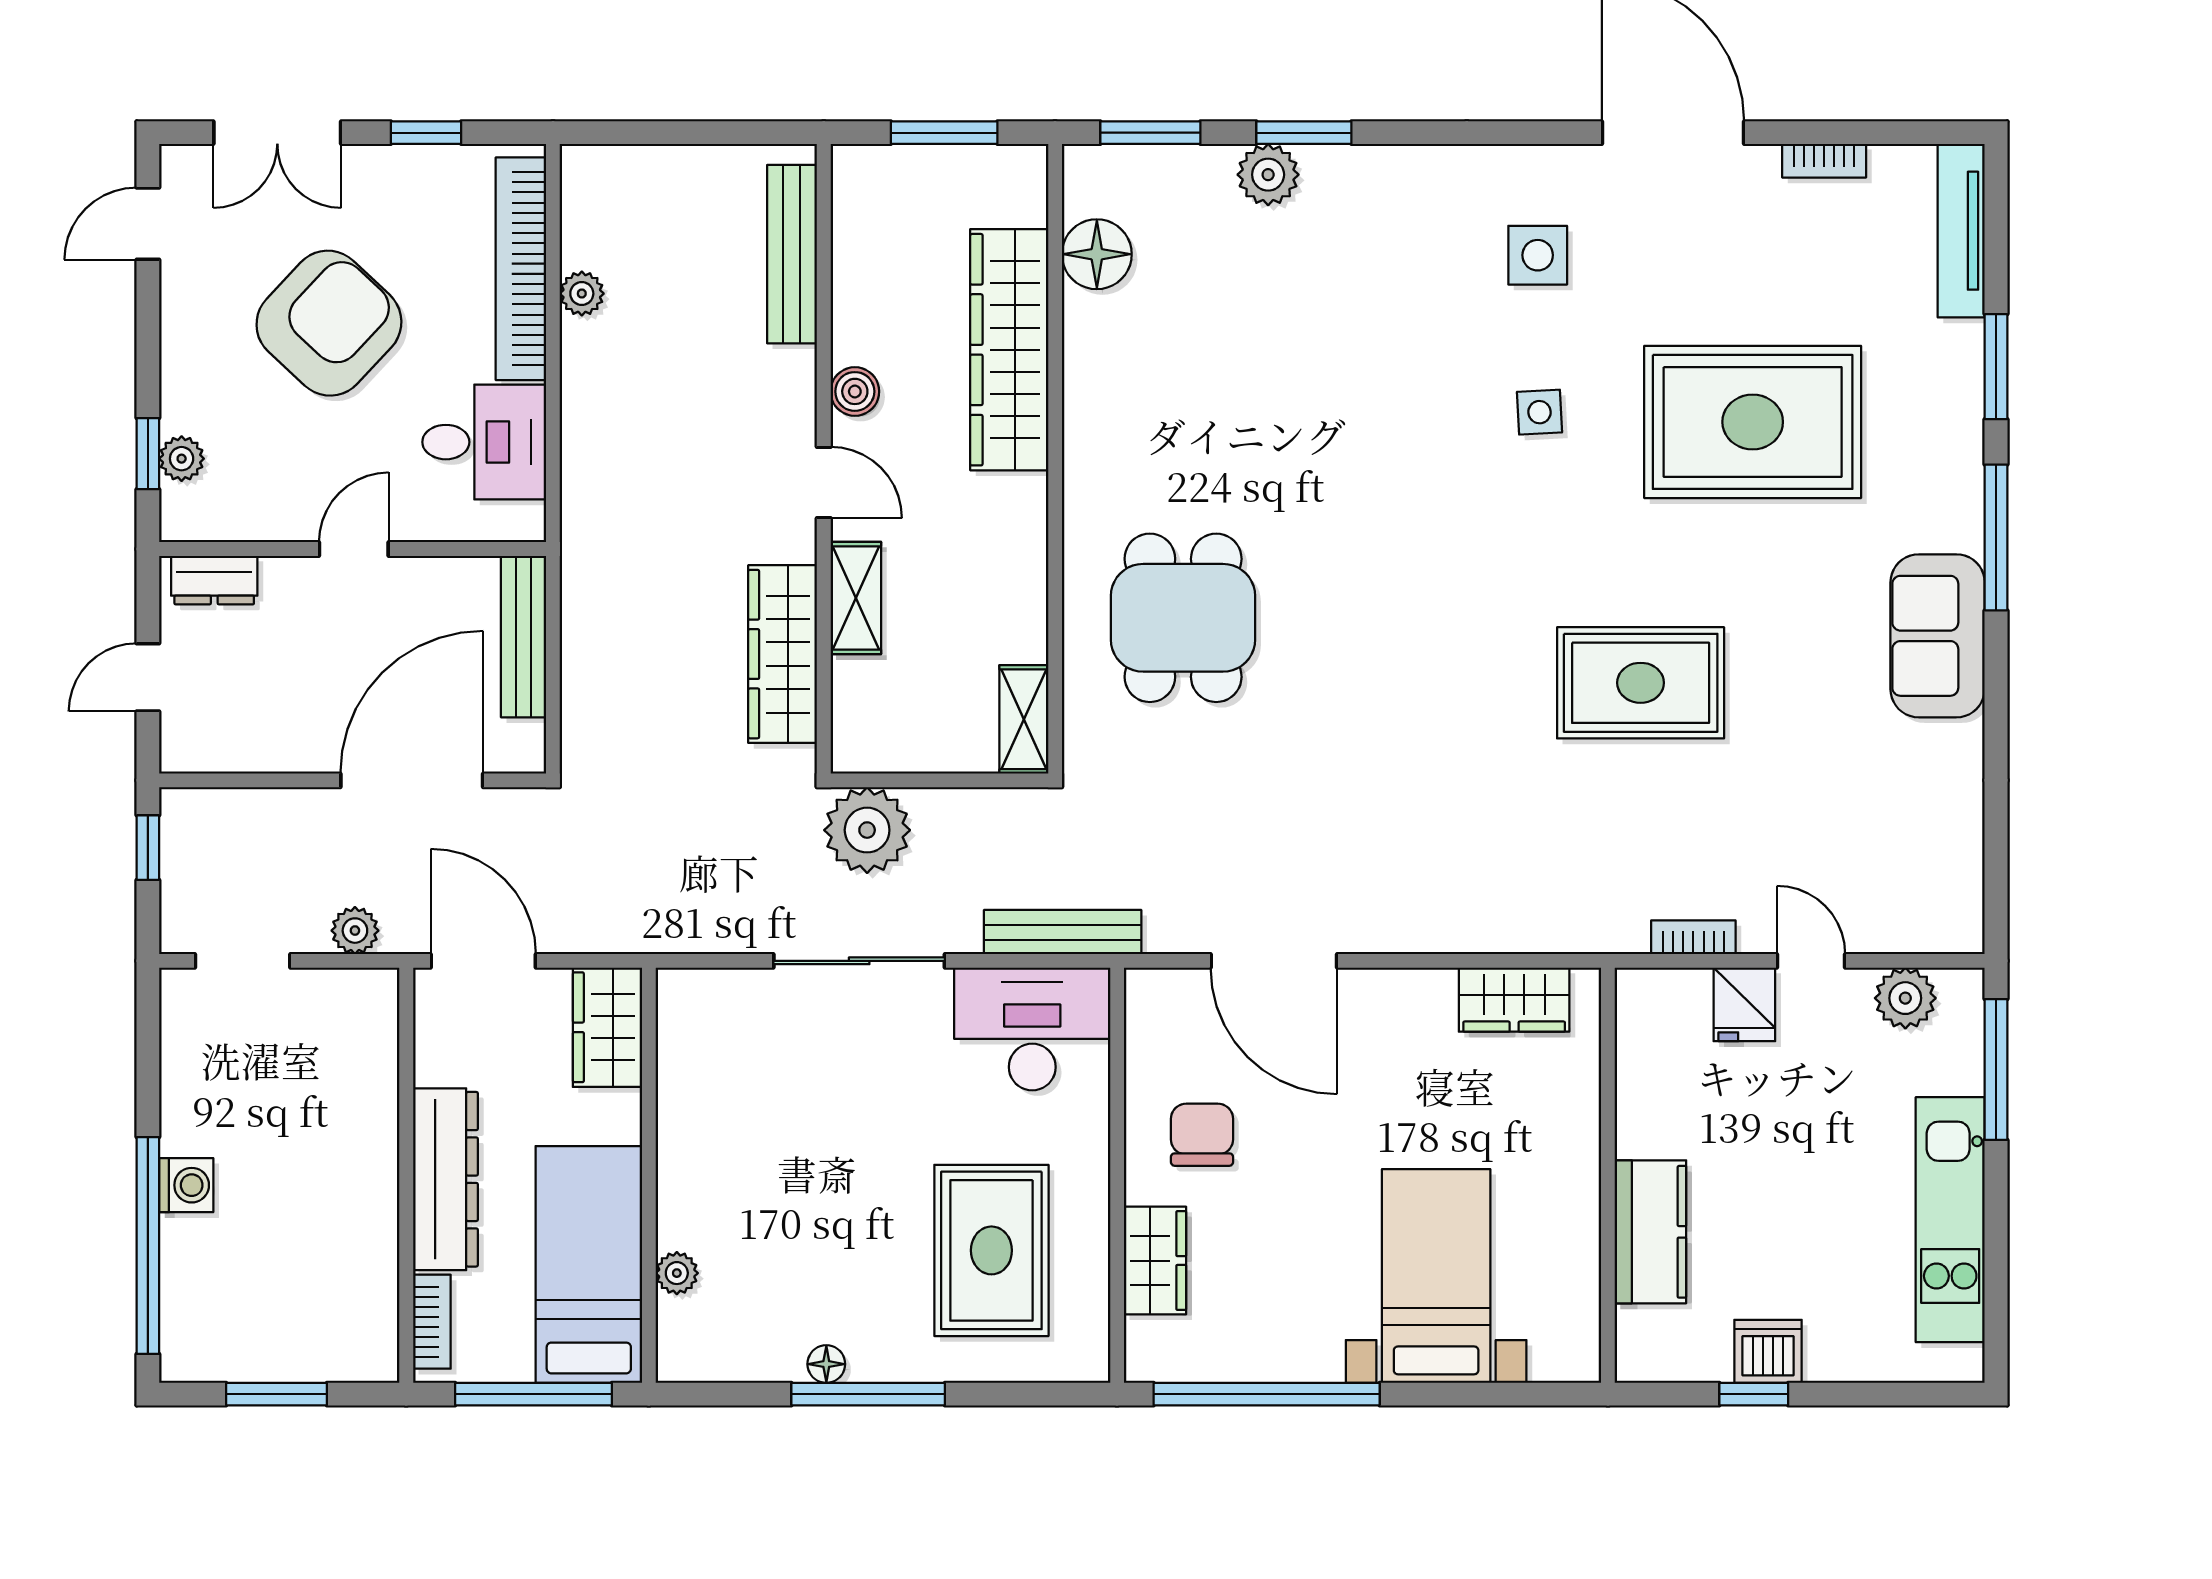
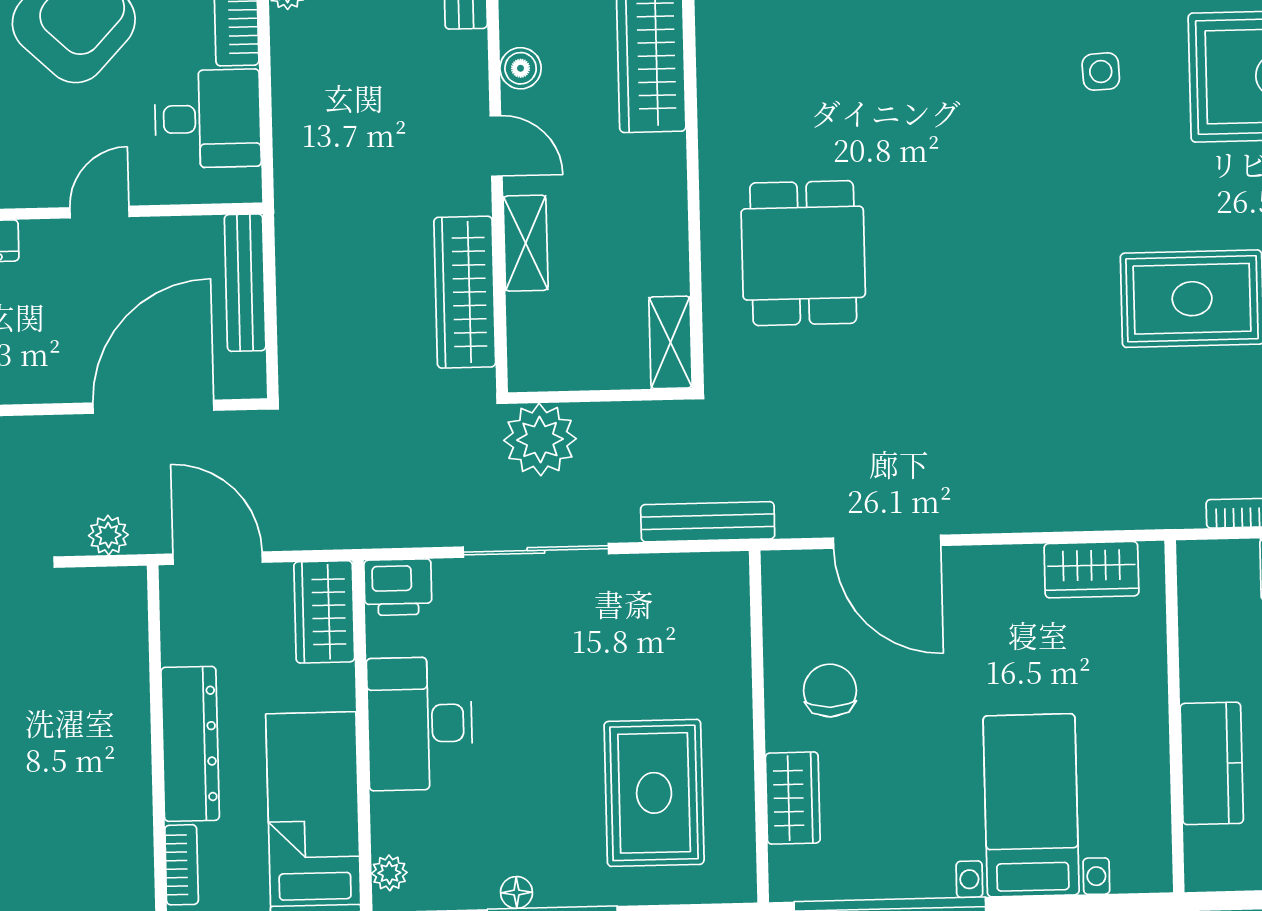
printer: (695, 1000) -> (398, 587), added
desk: (1032, 1029) -> (420, 724), moved, turned -90
plant: (677, 1273) -> (389, 873), moved

